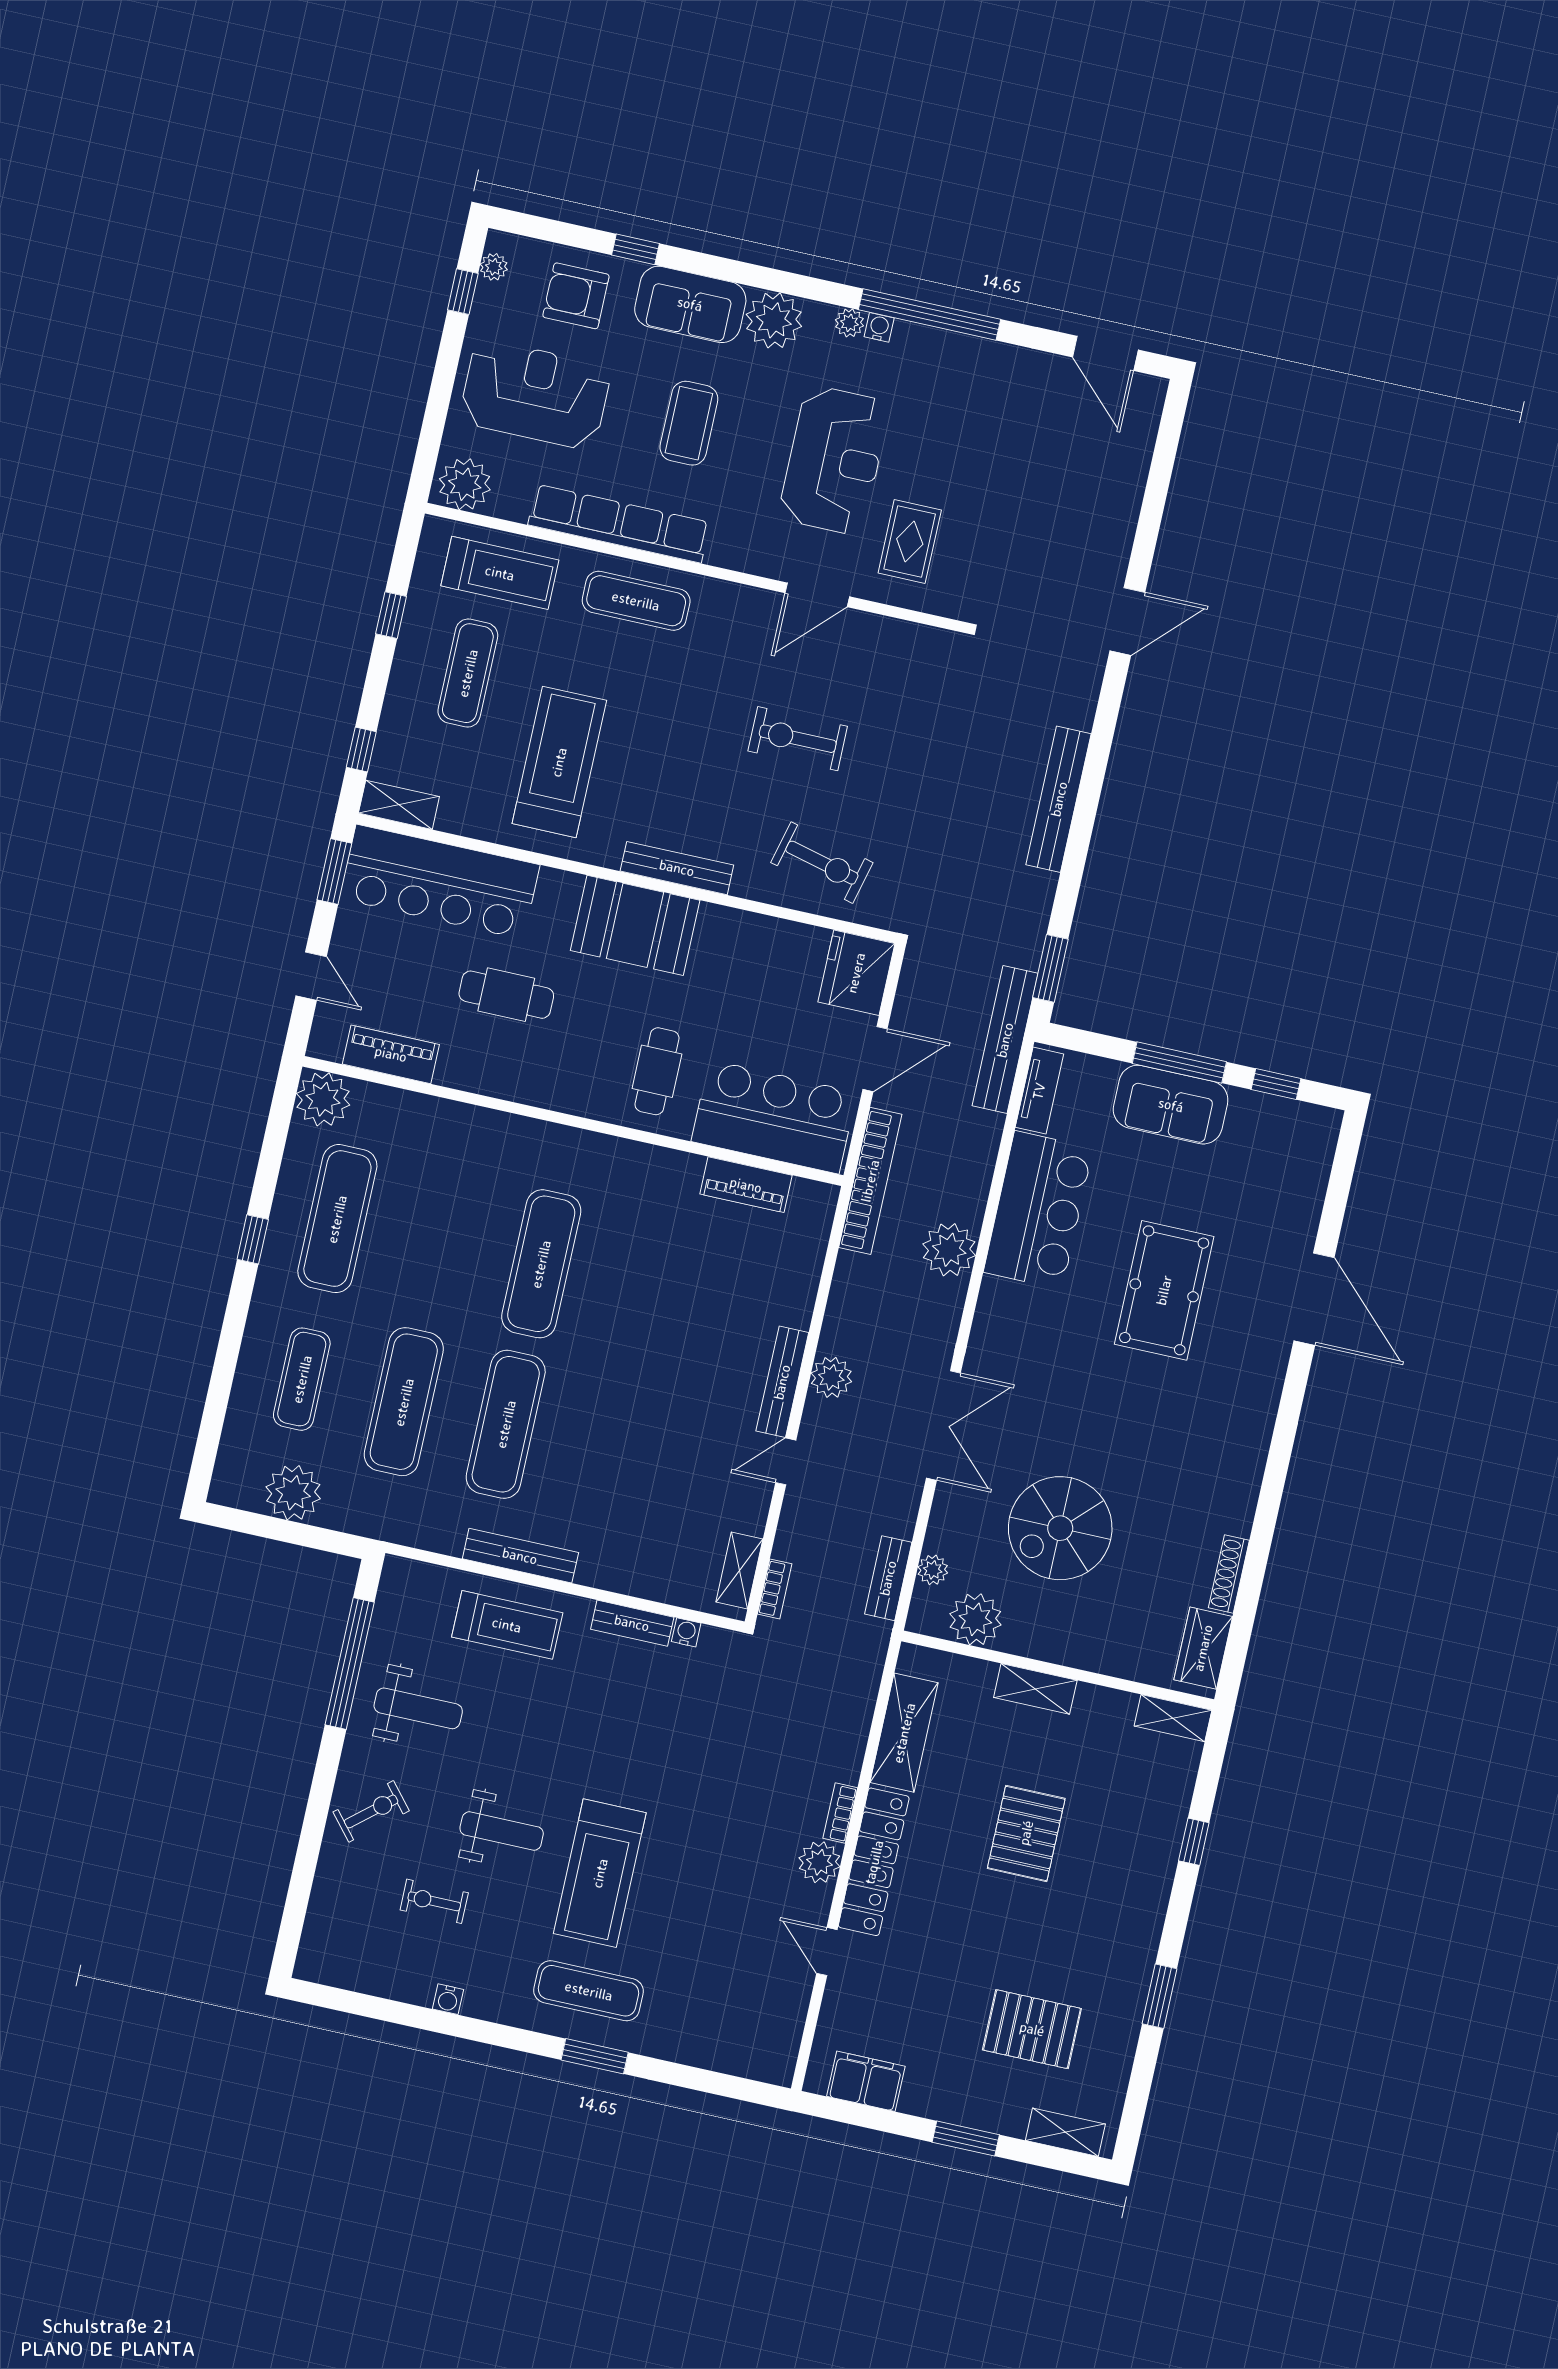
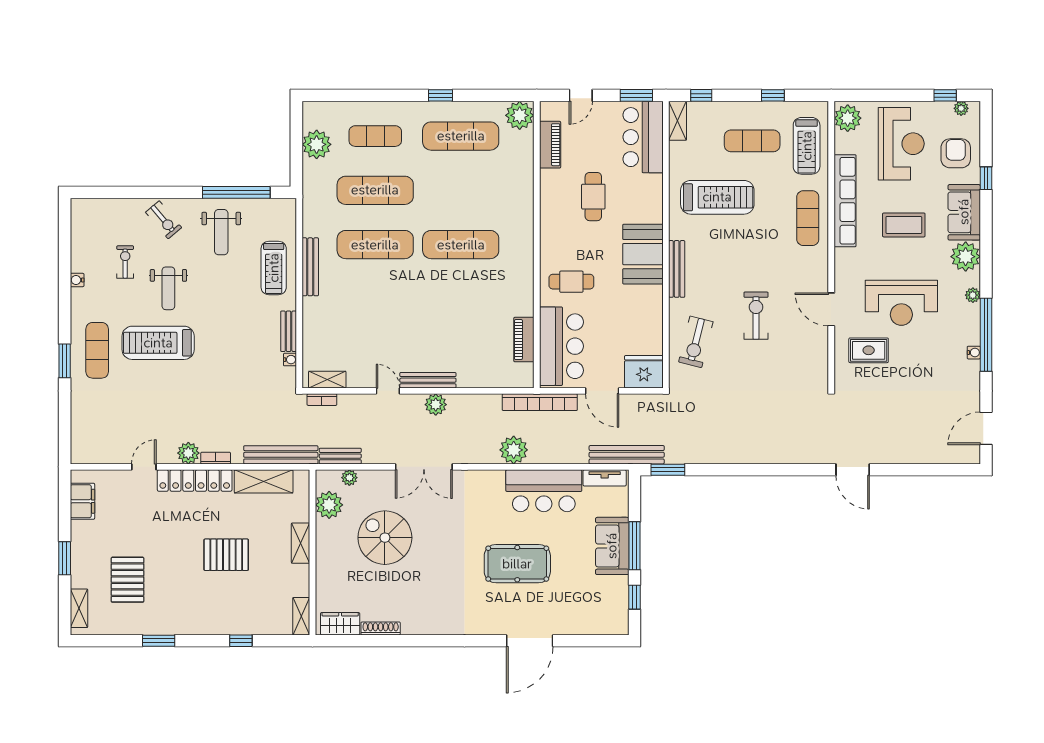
water cooler: (879, 327) -> (974, 353), moved
bench: (1059, 799) -> (281, 455), moved
bar counter: (440, 882) -> (643, 137), width x0.73

